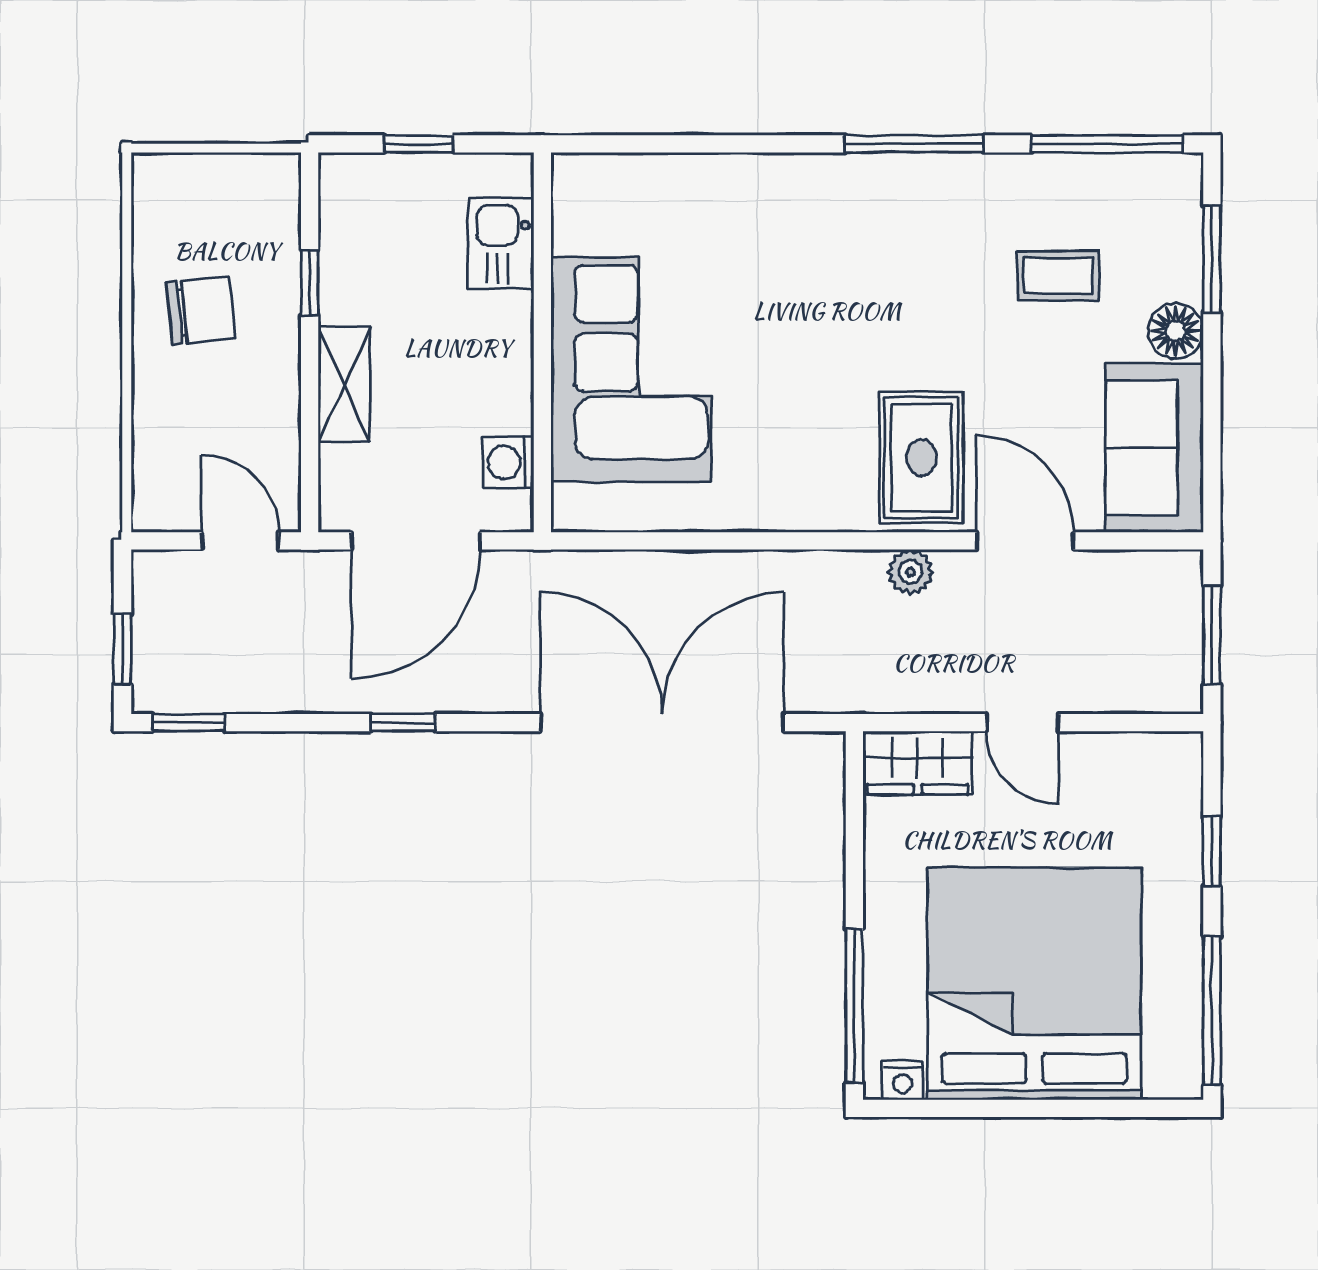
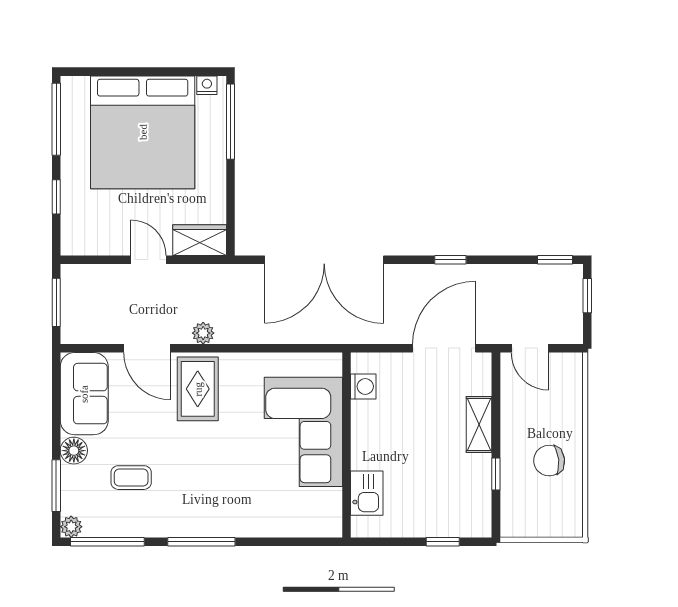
plant: (1181, 175) -> (71, 527), added
kitchen sink: (501, 244) -> (367, 493), moved
wall: (542, 342) -> (347, 445), moved
corner sofa: (631, 369) -> (303, 432), moved
washing machine: (508, 462) -> (363, 386), moved

